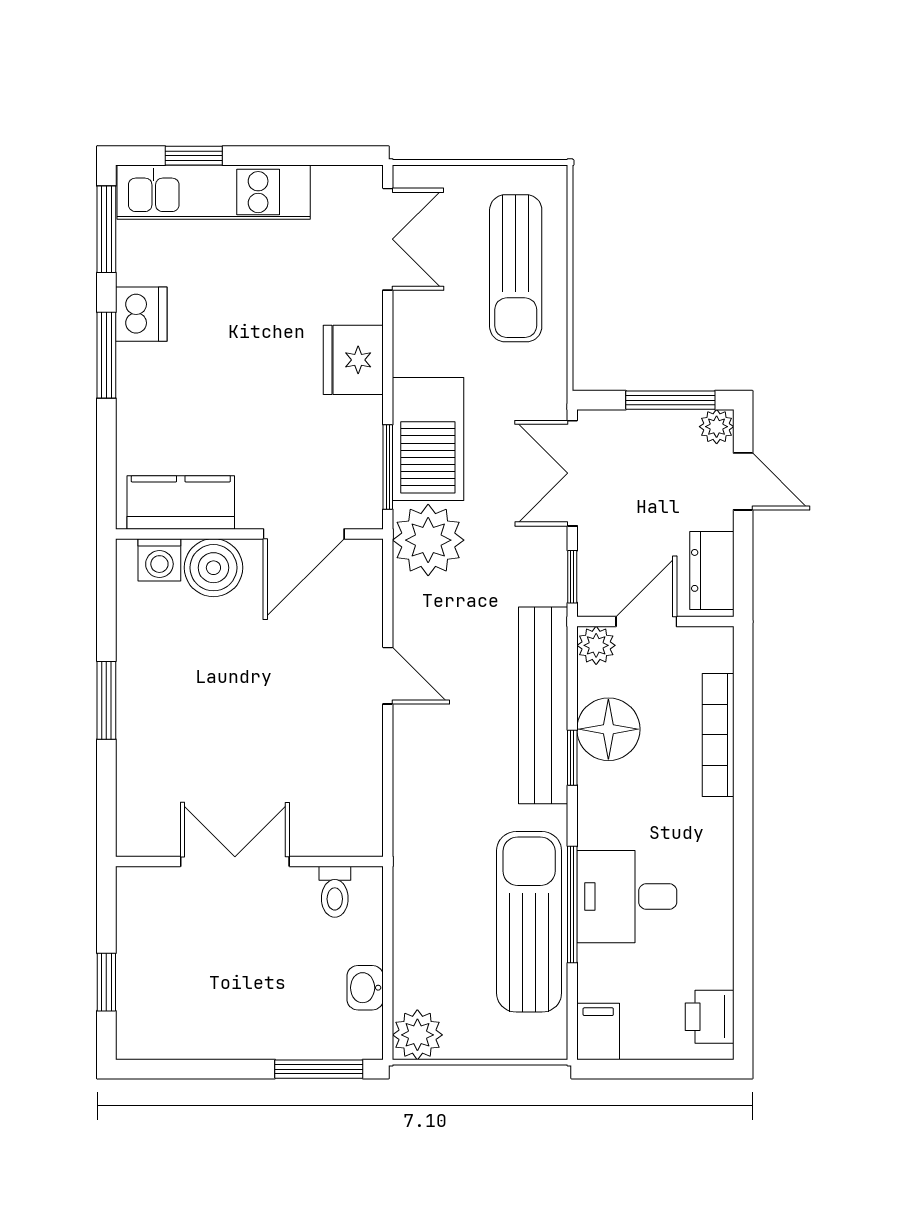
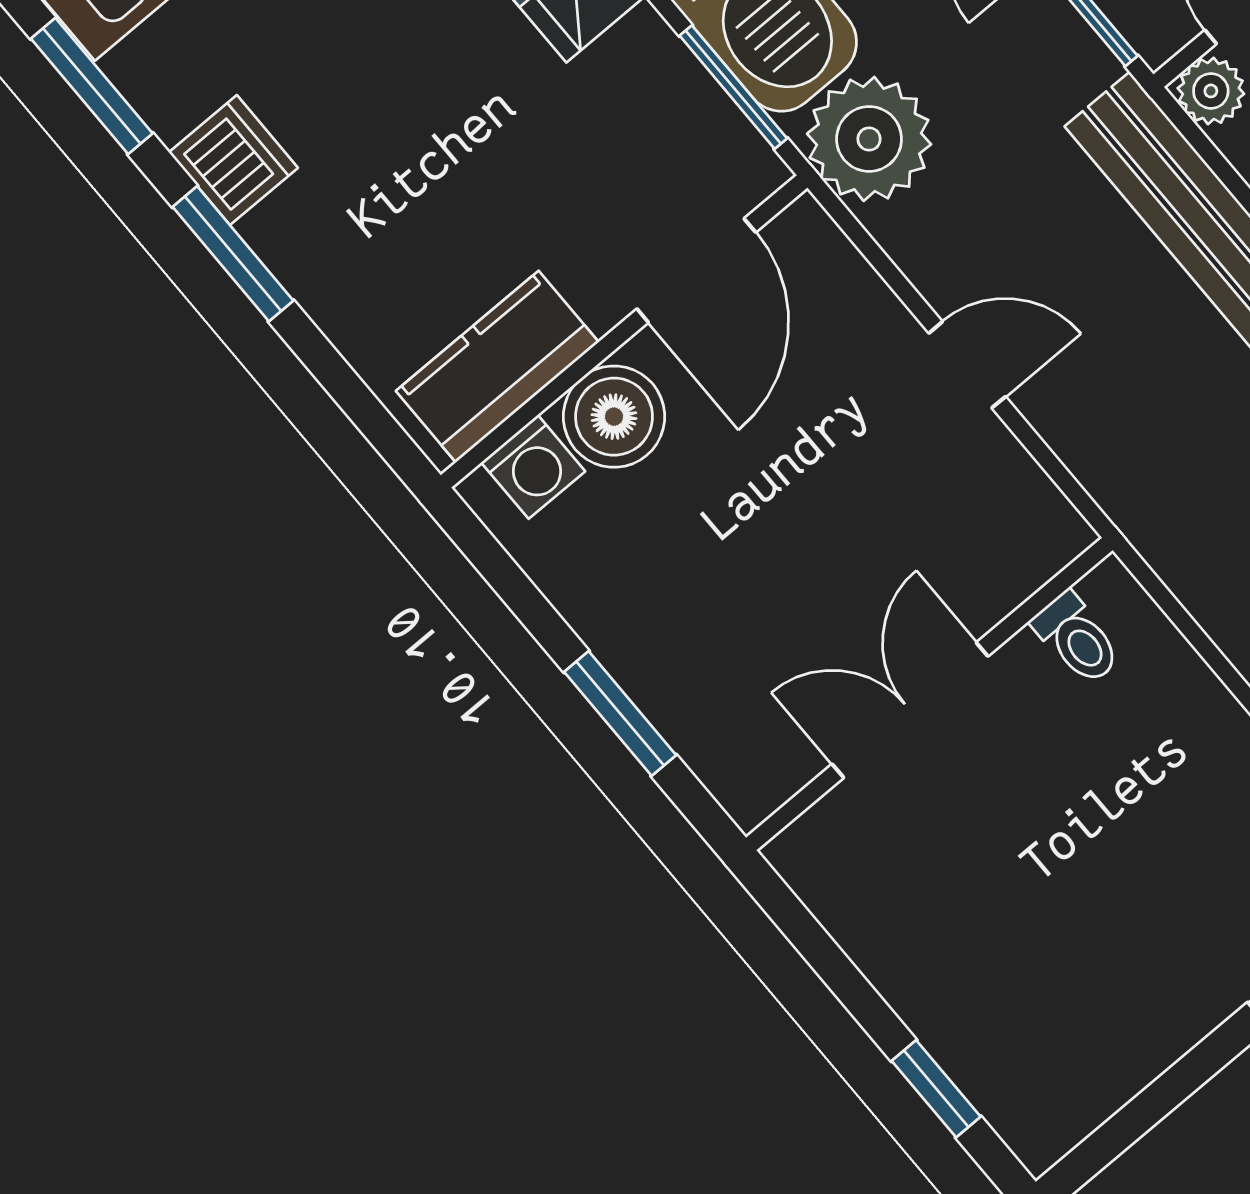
double door: (235, 861) -> (910, 710), moved
wall: (249, 861) -> (929, 694), moved
toilet: (335, 892) -> (1077, 638), moved

